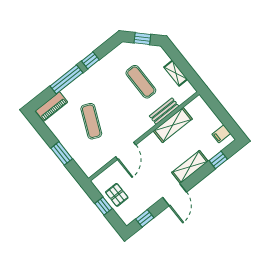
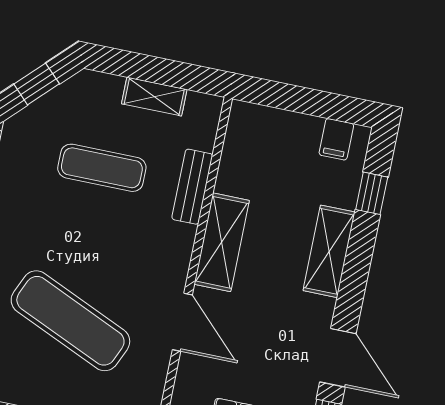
exercise mat: (91, 121) -> (70, 321), width x1.36, depth x1.45
shelving: (173, 125) -> (222, 242), moved
door: (174, 195) -> (338, 358), moved

